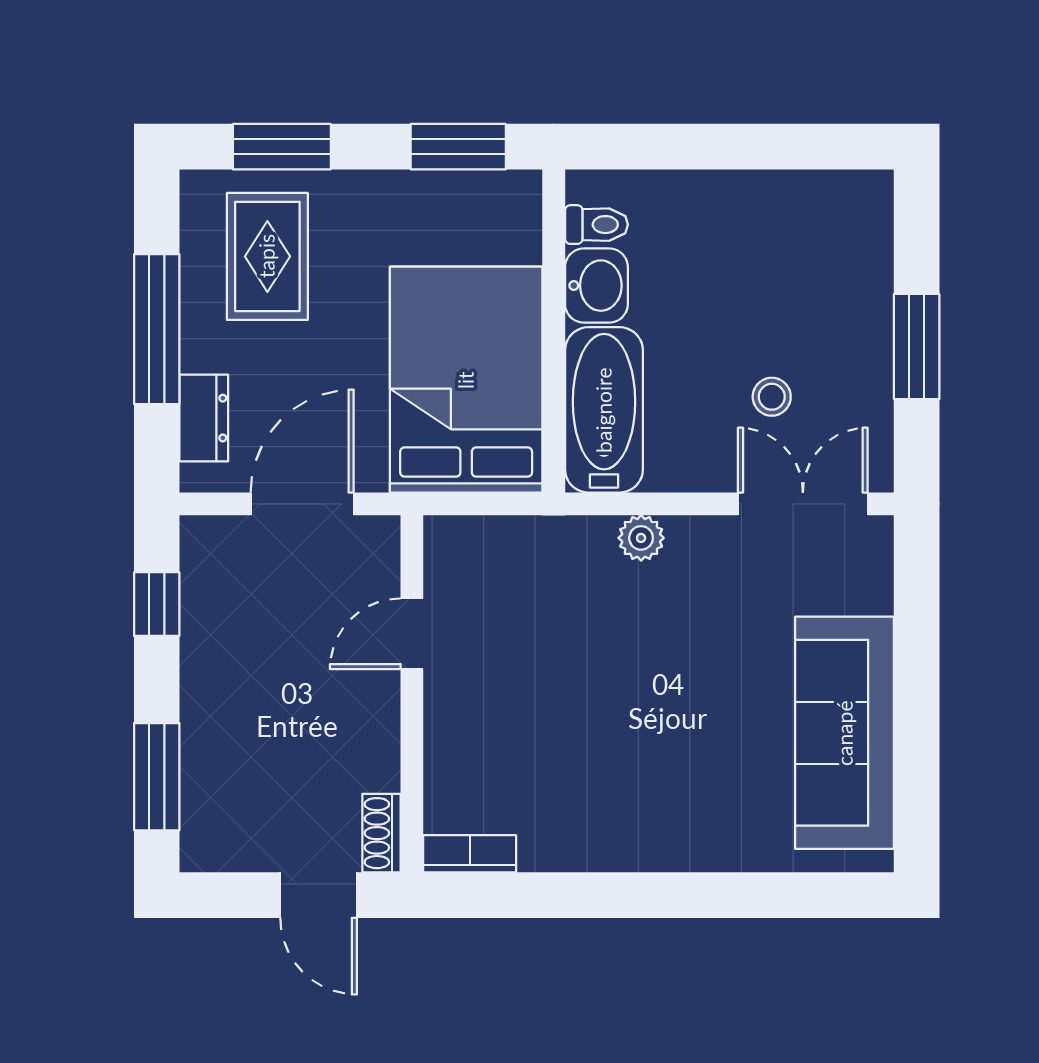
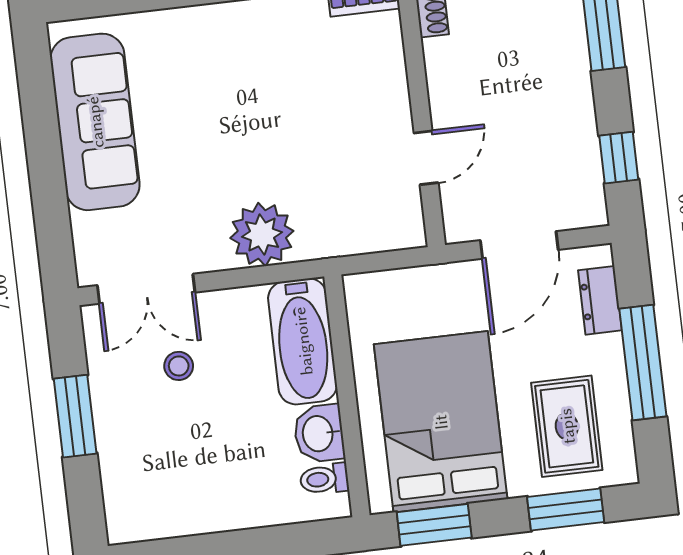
bed: (466, 380) -> (441, 422), moved, turned 180
plant: (641, 538) -> (262, 234), width x1.87, depth x1.87

